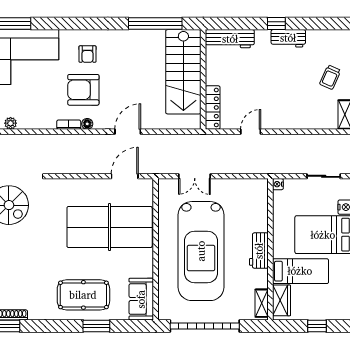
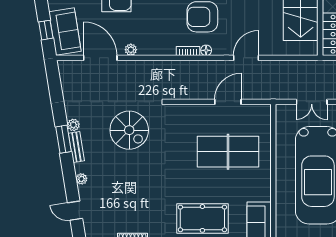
door: (125, 176) -> (228, 102), moved
table tennis table: (110, 227) -> (228, 152), width x0.73, depth x0.76

